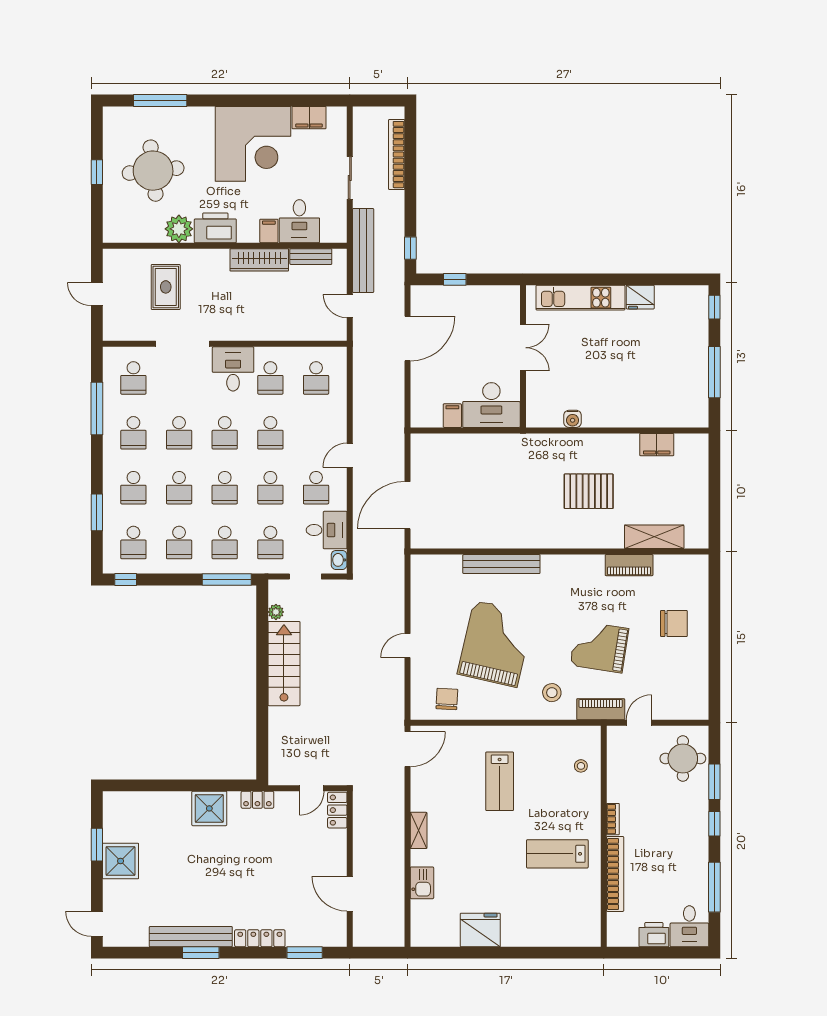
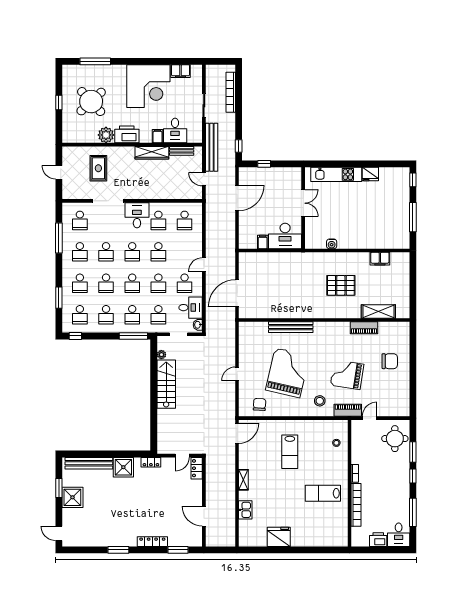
round table: (153, 171) -> (91, 102), turned -37
bench: (191, 937) -> (89, 463), moved

